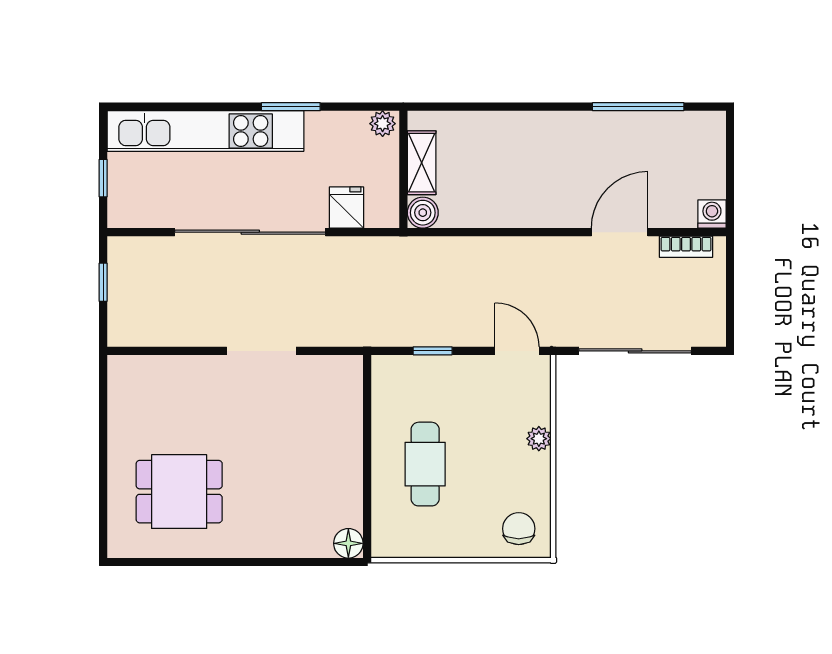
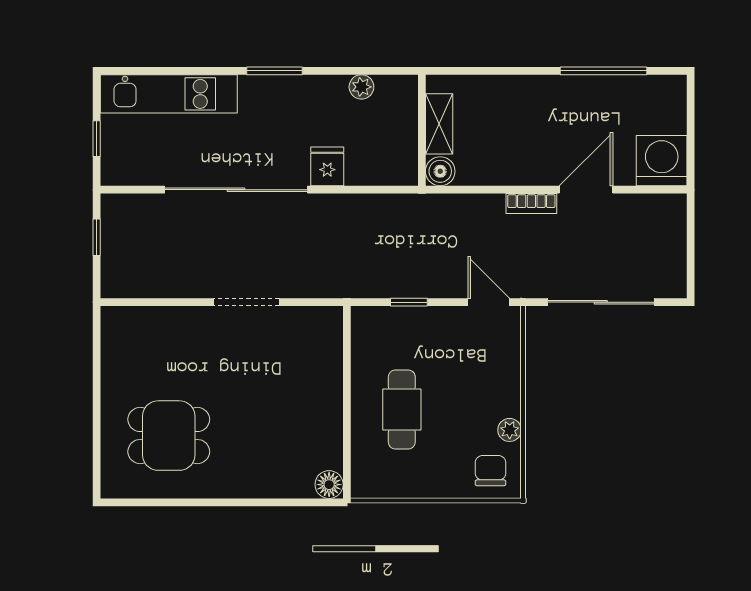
kitchen unit: (205, 131) -> (169, 94), width x0.73
shelving: (422, 163) -> (439, 124), moved
wall: (403, 169) -> (422, 130), moved
boiler: (423, 213) -> (440, 171), moved
washing machine: (712, 214) -> (662, 161), width x1.89, depth x1.89
bookcase: (686, 247) -> (531, 204), moved
plant: (539, 439) -> (510, 430), moved

